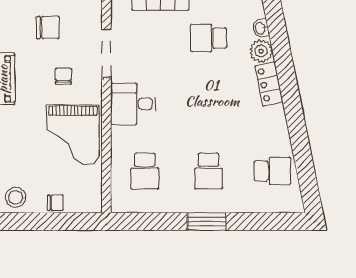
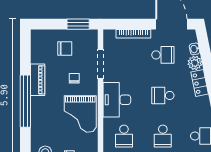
school desk: (209, 38) -> (163, 55), turned 180
desk: (133, 104) -> (117, 100), width x1.37
school desk: (209, 104) -> (163, 95), added

